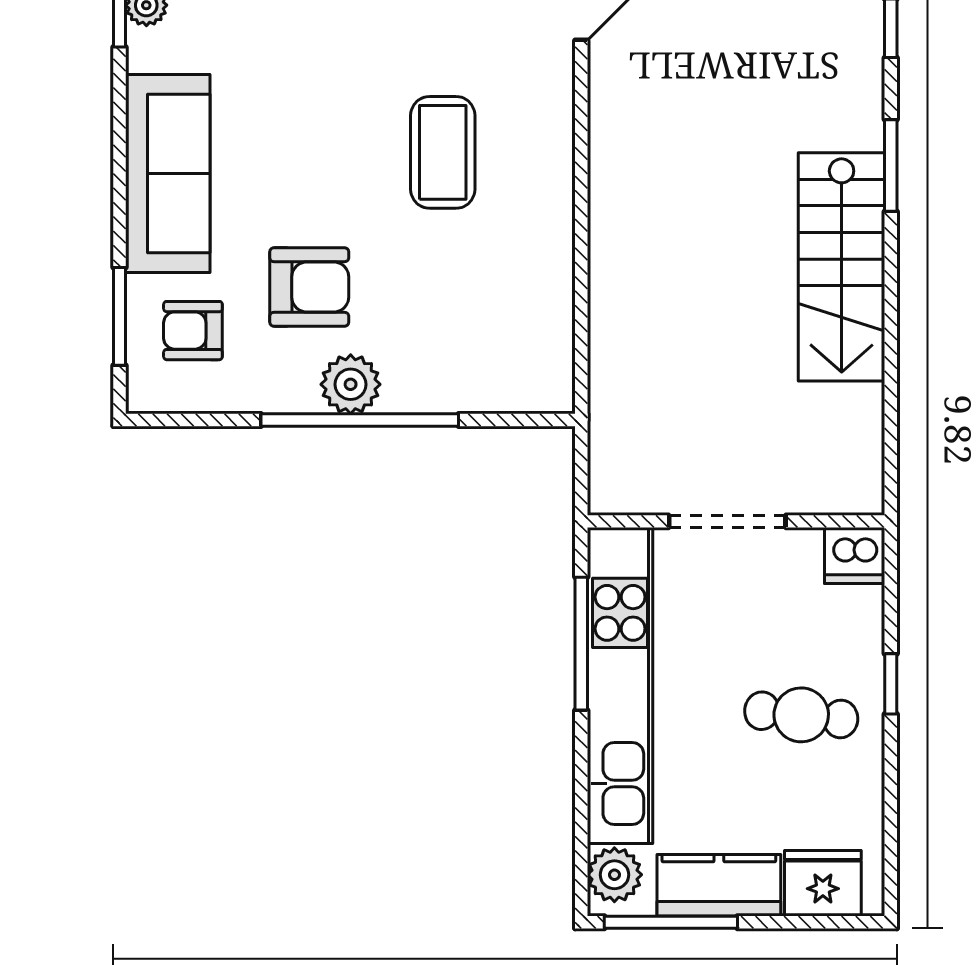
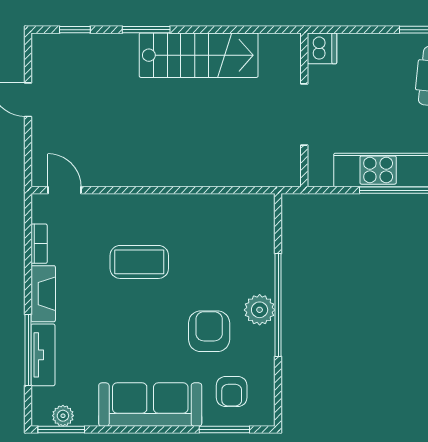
doorway: (727, 521) -> (304, 114), moved
wall: (736, 521) -> (304, 110), moved
dishwasher: (855, 556) -> (322, 48), moved

